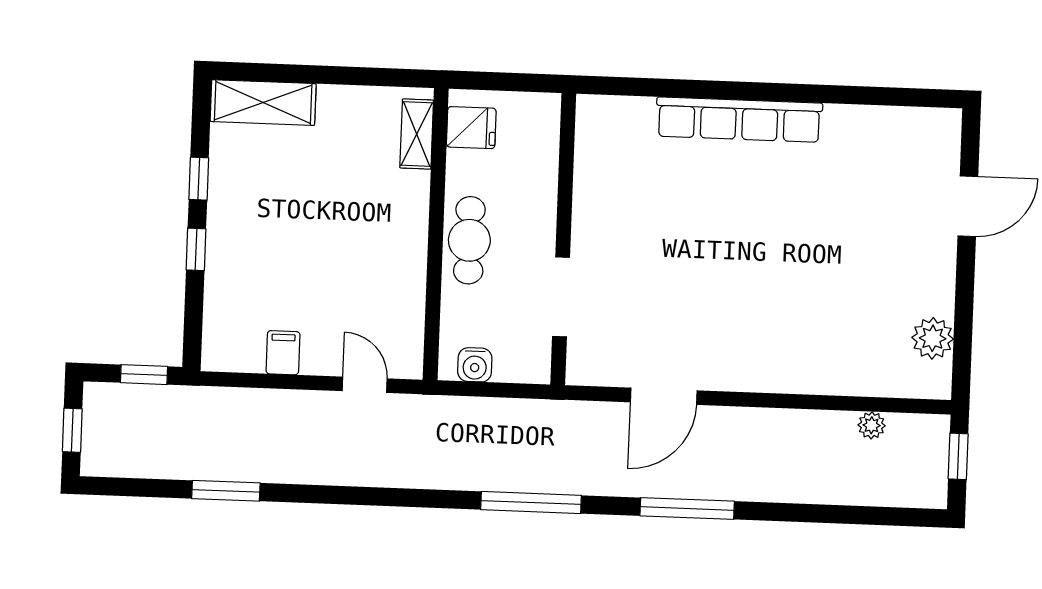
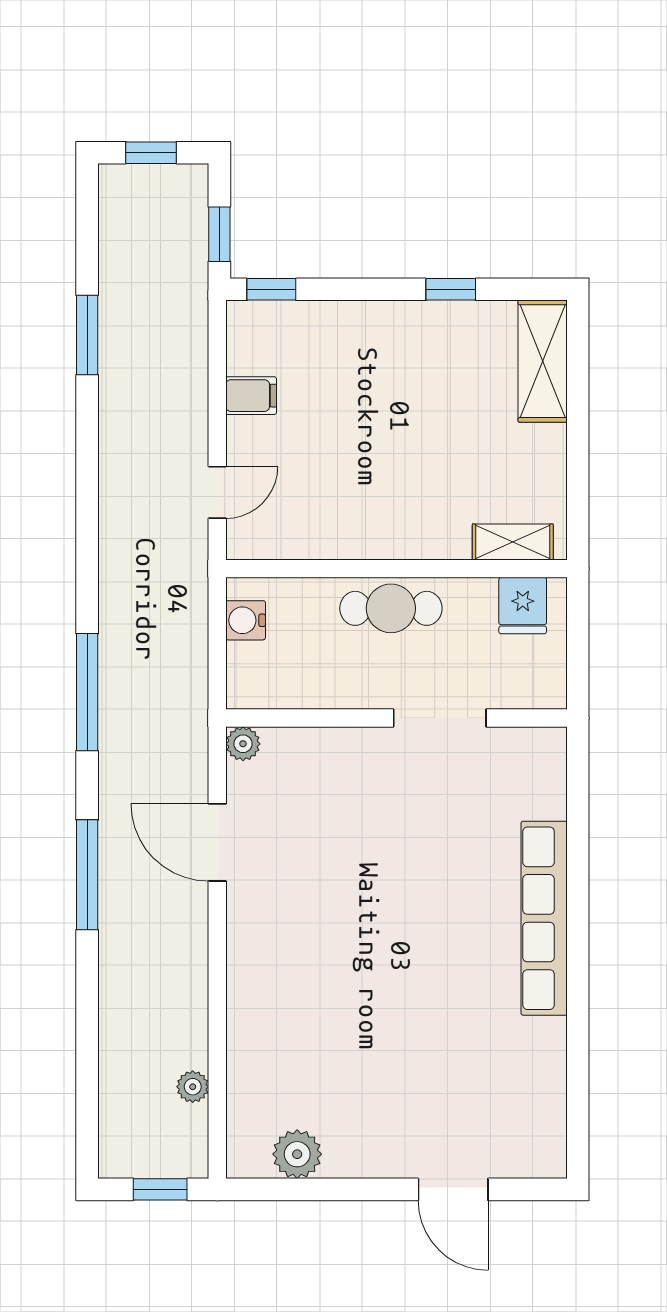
window: (196, 249) -> (271, 289), moved
doorway: (561, 297) -> (440, 718), moved
plant: (580, 371) -> (243, 744), added

